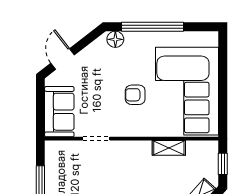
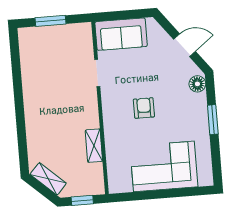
window: (152, 27) -> (213, 120), width x0.47
door: (63, 59) -> (185, 45), moved
corner sofa: (187, 91) -> (164, 166), width x0.73, depth x0.74

